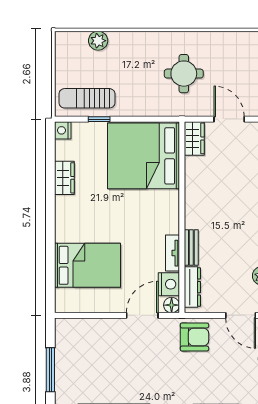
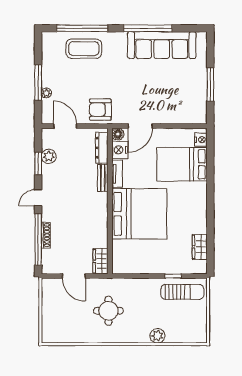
plant: (98, 41) -> (157, 336), moved
nightstand: (63, 130) -> (201, 140), moved
bed: (143, 156) -> (139, 214), moved
wardrobe: (64, 178) -> (200, 247), moved

